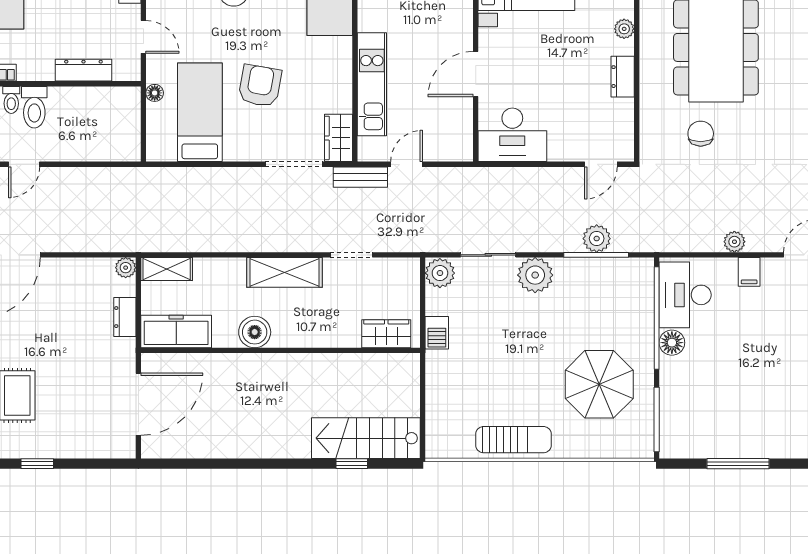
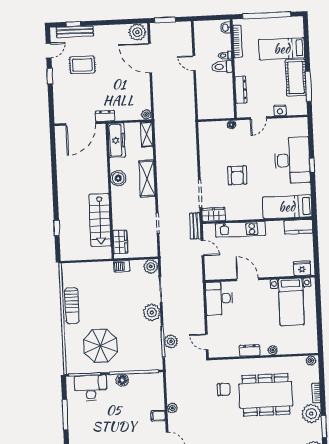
armchair: (260, 86) -> (237, 175), turned 80
bed: (200, 112) -> (223, 147), removed
shelving: (285, 272) -> (147, 179), moved
desk: (685, 295) -> (91, 388), moved
dresser: (125, 317) -> (105, 116), moved
door: (138, 404) -> (81, 124), hinge flipped
stairs: (366, 438) -> (100, 220), moved, turned 180

